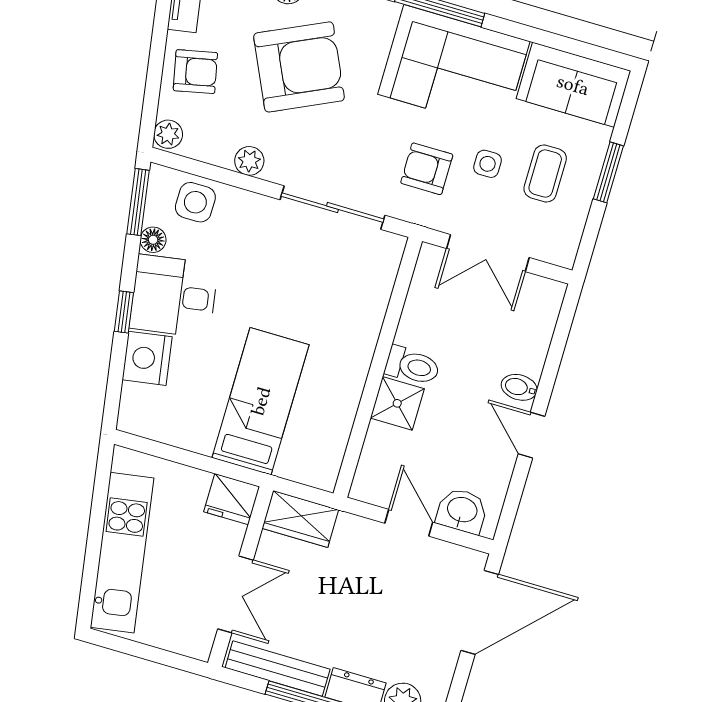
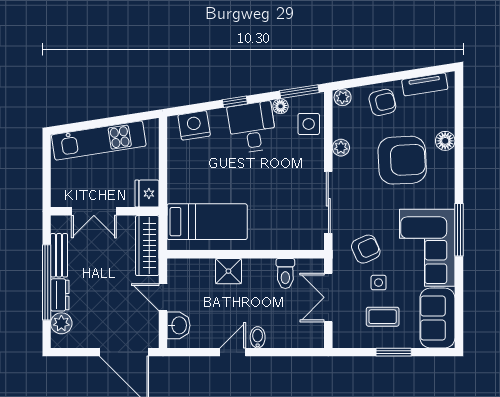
armchair: (299, 67) -> (402, 160), turned -68
armchair: (195, 72) -> (382, 102), turned -92
armchair: (427, 169) -> (366, 249), turned 66
nightstand: (147, 358) -> (194, 125), moved
toilet: (412, 366) -> (285, 273), moved
bed: (261, 401) -> (207, 222), moved
wardrobe: (300, 519) -> (147, 246), width x1.50
door: (409, 523) -> (163, 297), swing flipped
bench: (278, 669) -> (59, 255), width x0.73

